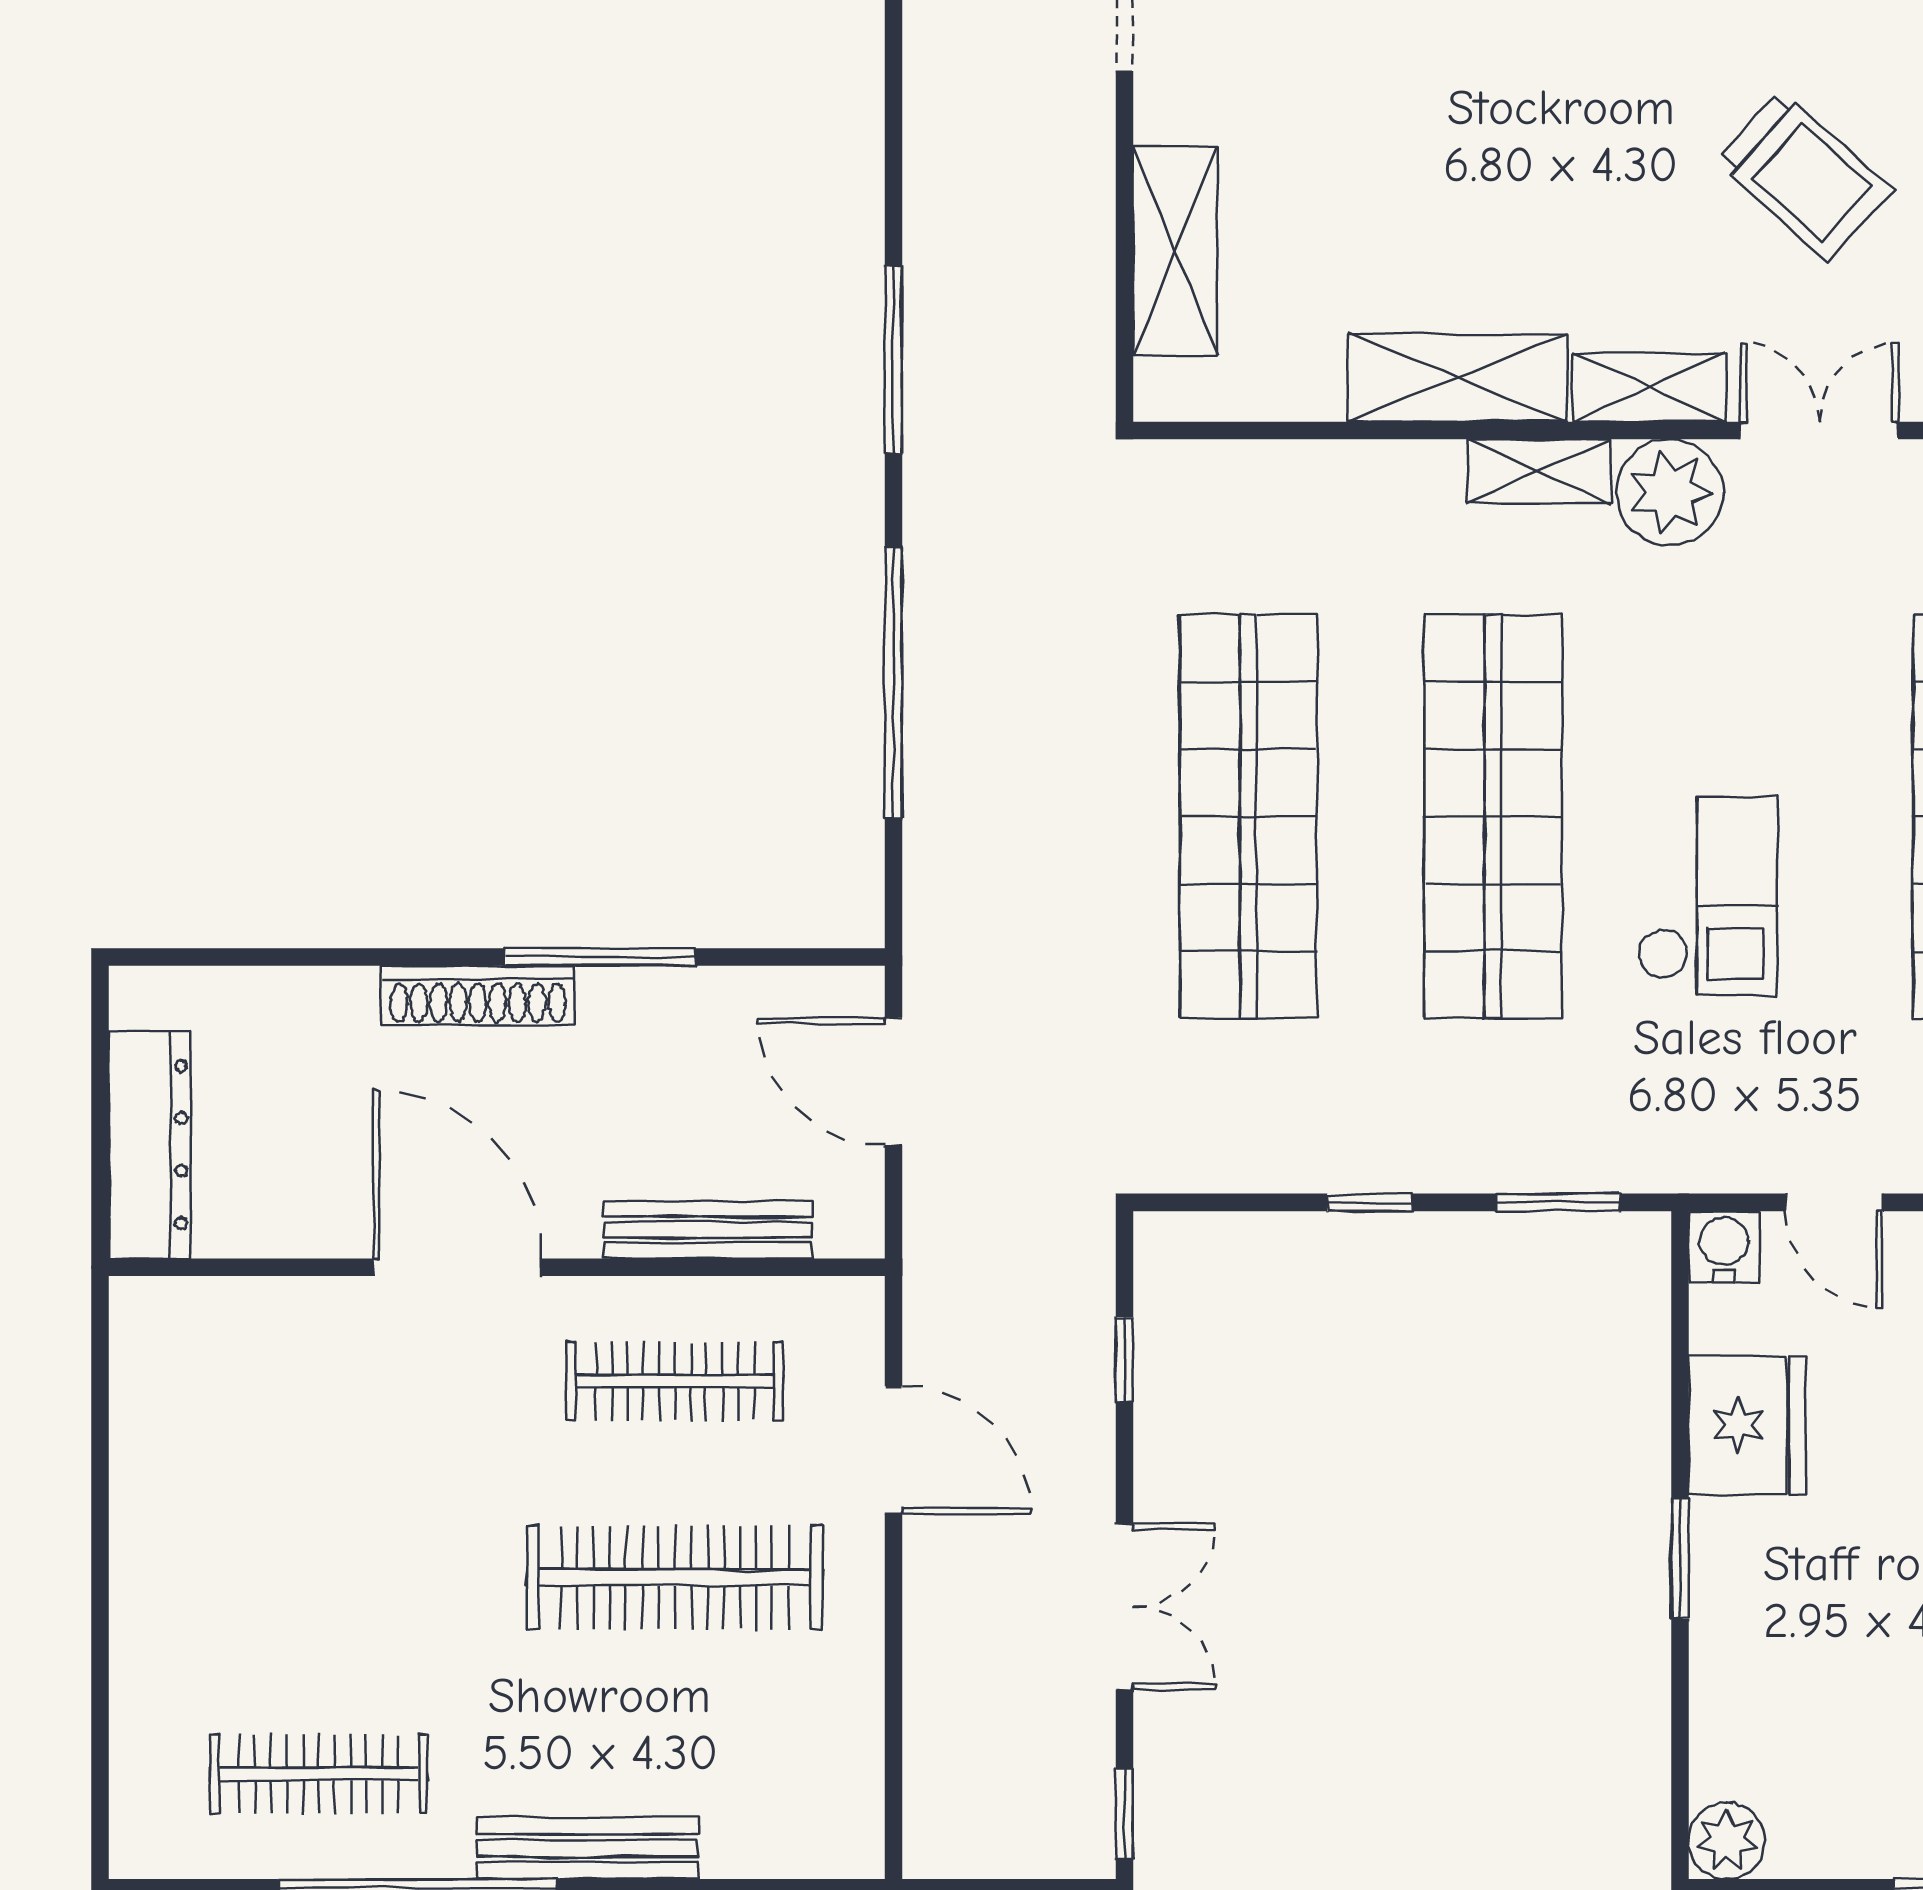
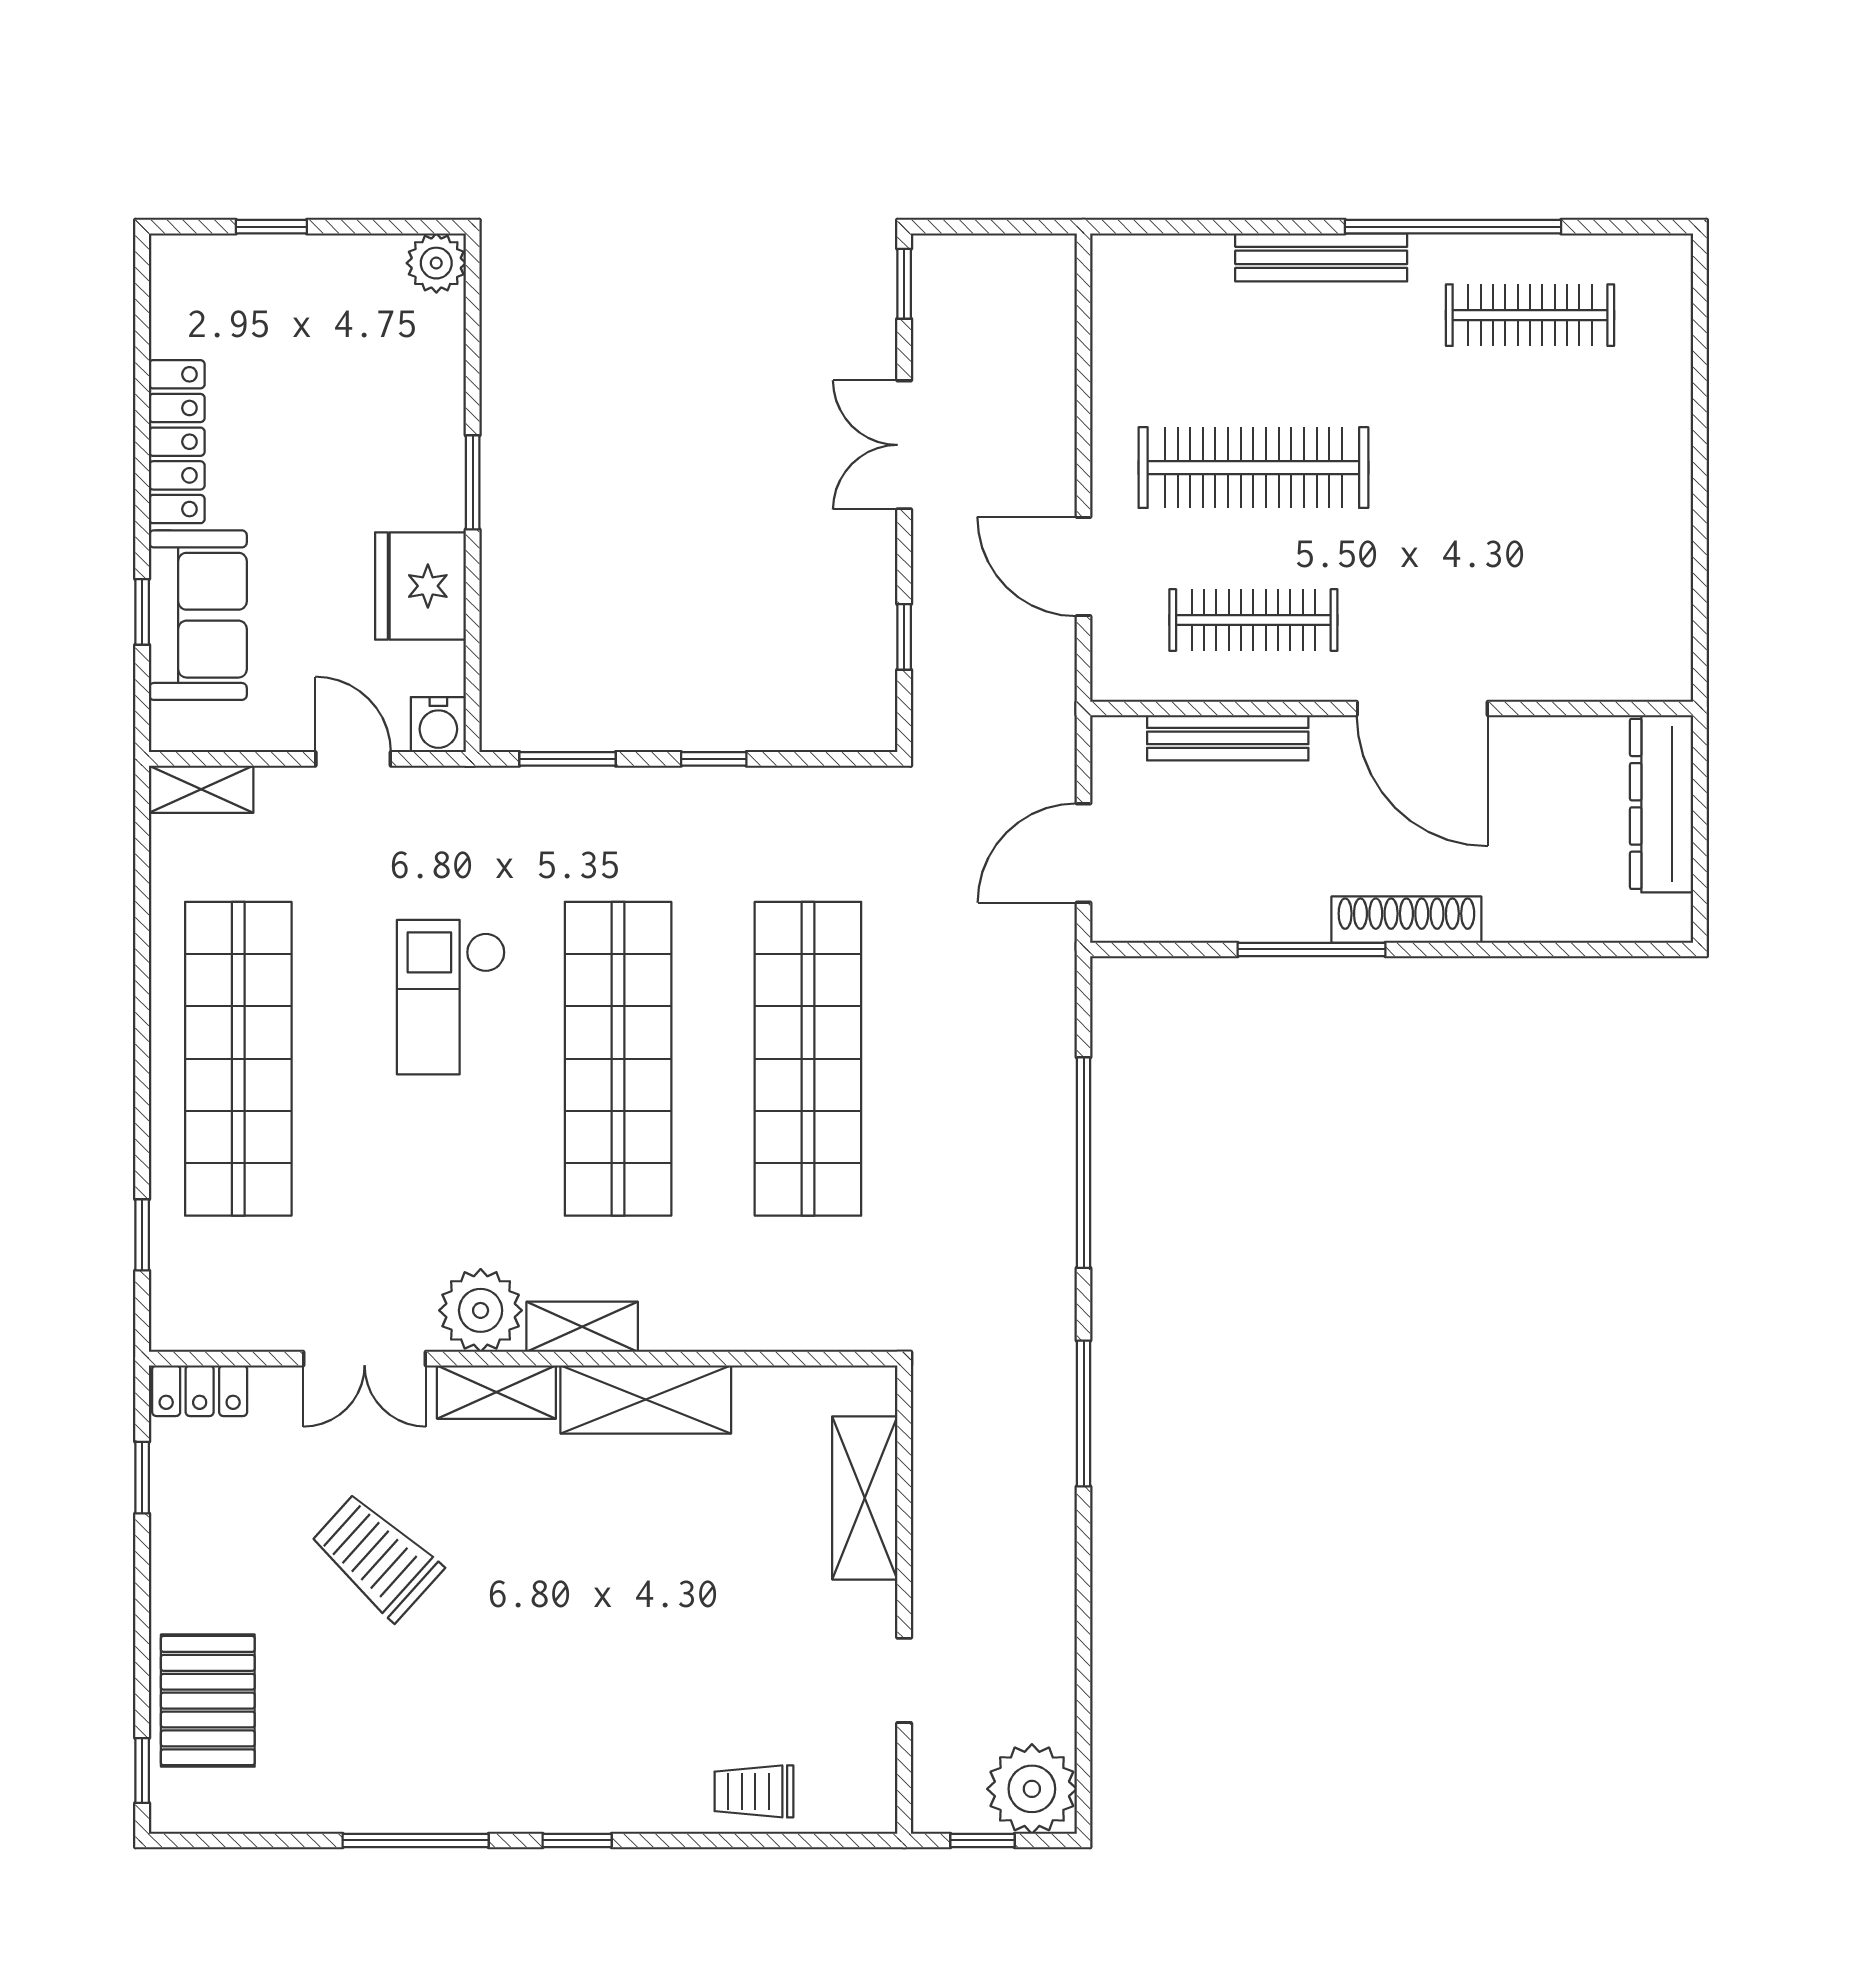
door: (894, 1081) -> (1084, 853), swing flipped

